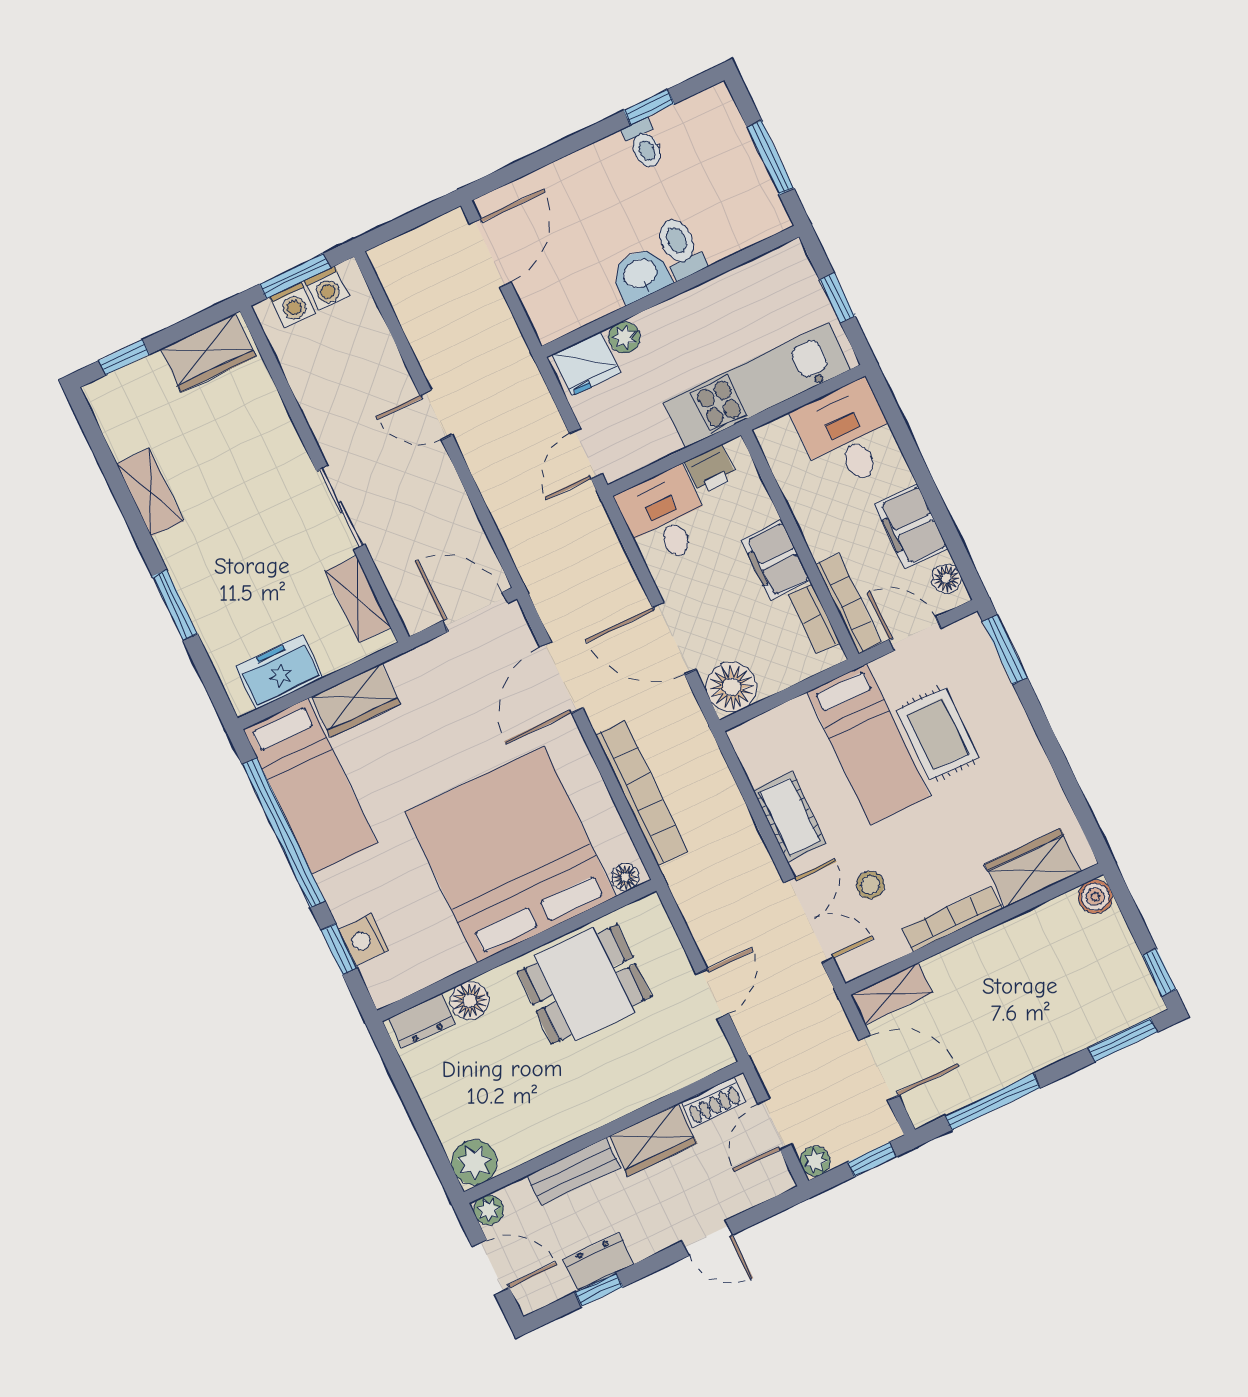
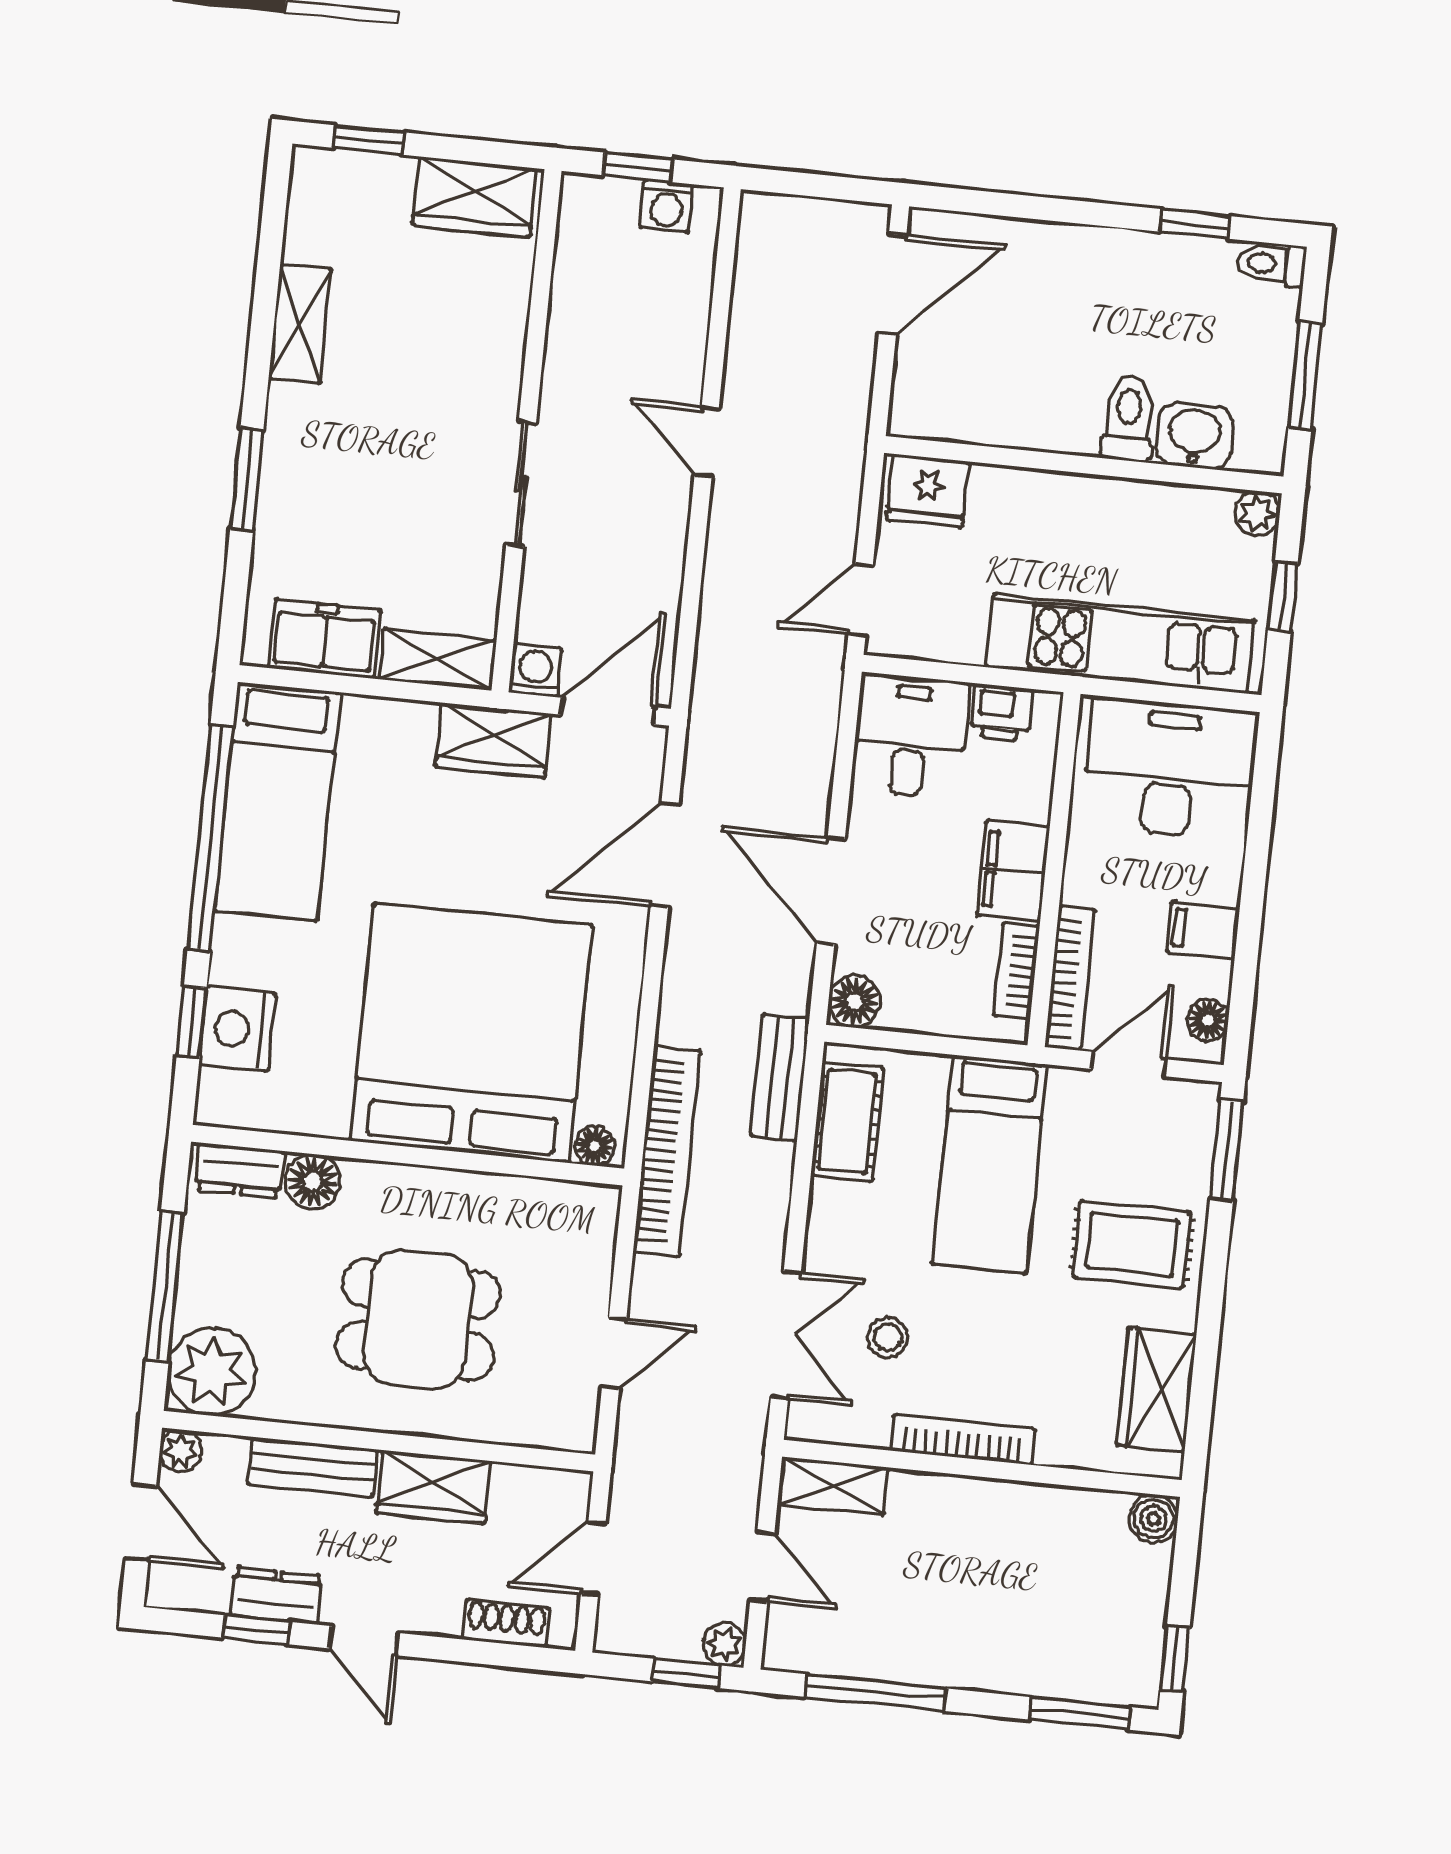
toilet: (644, 145) -> (1271, 264), moved, turned 90
washbasin: (641, 275) -> (1195, 436), moved
window: (295, 276) -> (637, 167), width x0.67
washing machine: (293, 305) -> (535, 670), moved, turned 180
plant: (624, 337) -> (1257, 513), moved
desk: (847, 435) -> (1170, 769), width x1.37
filing cabinet: (911, 526) -> (1203, 930), width x0.50
shelving: (358, 599) -> (438, 659), moved, turned 90
door: (475, 612) -> (608, 711), hinge flipped
door: (915, 634) -> (1129, 1064), hinge flipped
floor lamp: (732, 687) -> (854, 1002), width x0.73, depth x0.73
wardrobe: (356, 700) -> (493, 740), moved
rug: (938, 734) -> (1132, 1244), moved, turned 90
bench: (711, 769) -> (780, 1077), added
bookcase: (641, 793) -> (667, 1151), moved
cot: (790, 817) -> (847, 1121), moved
wardrobe: (1033, 868) -> (1156, 1390), moved, turned -90
nightstand: (364, 940) -> (238, 1029), width x1.36, depth x1.33
dining table: (584, 984) -> (418, 1320), moved
door: (879, 1068) -> (762, 1567), width x0.73
shoe rack: (713, 1102) -> (506, 1623), moved, turned 180
window: (419, 1117) -> (165, 1286), added
plant: (815, 1161) -> (724, 1645), moved
plant: (474, 1162) -> (211, 1372), width x1.36, depth x1.36
door: (707, 1238) -> (365, 1641), moved

